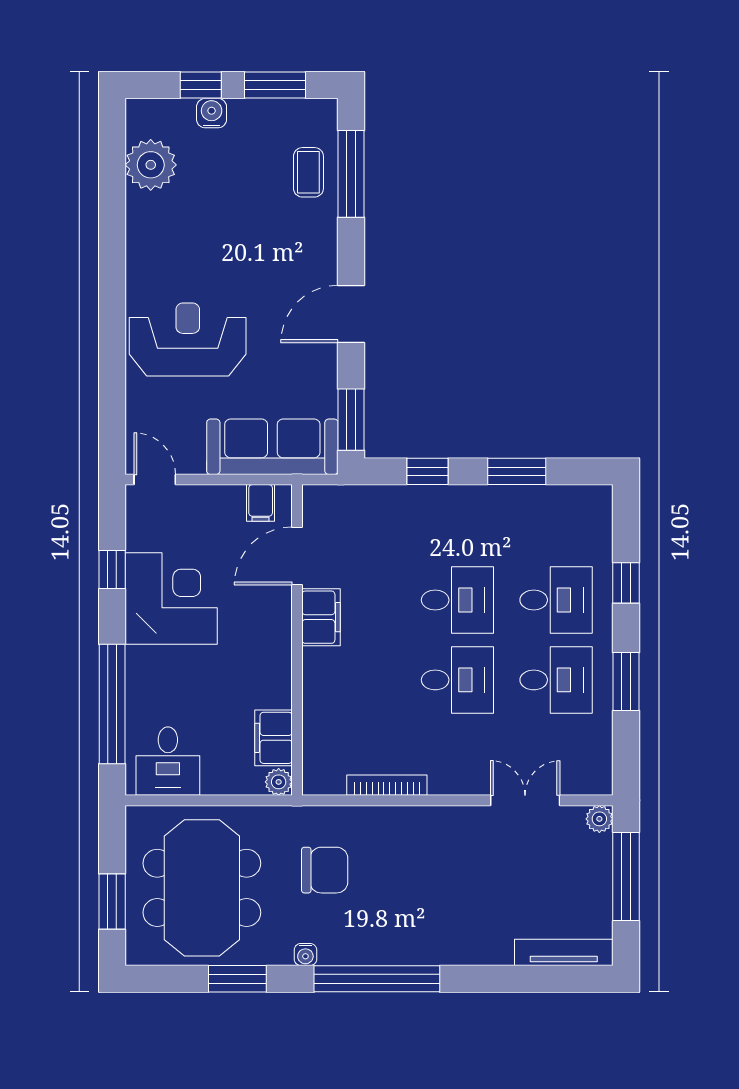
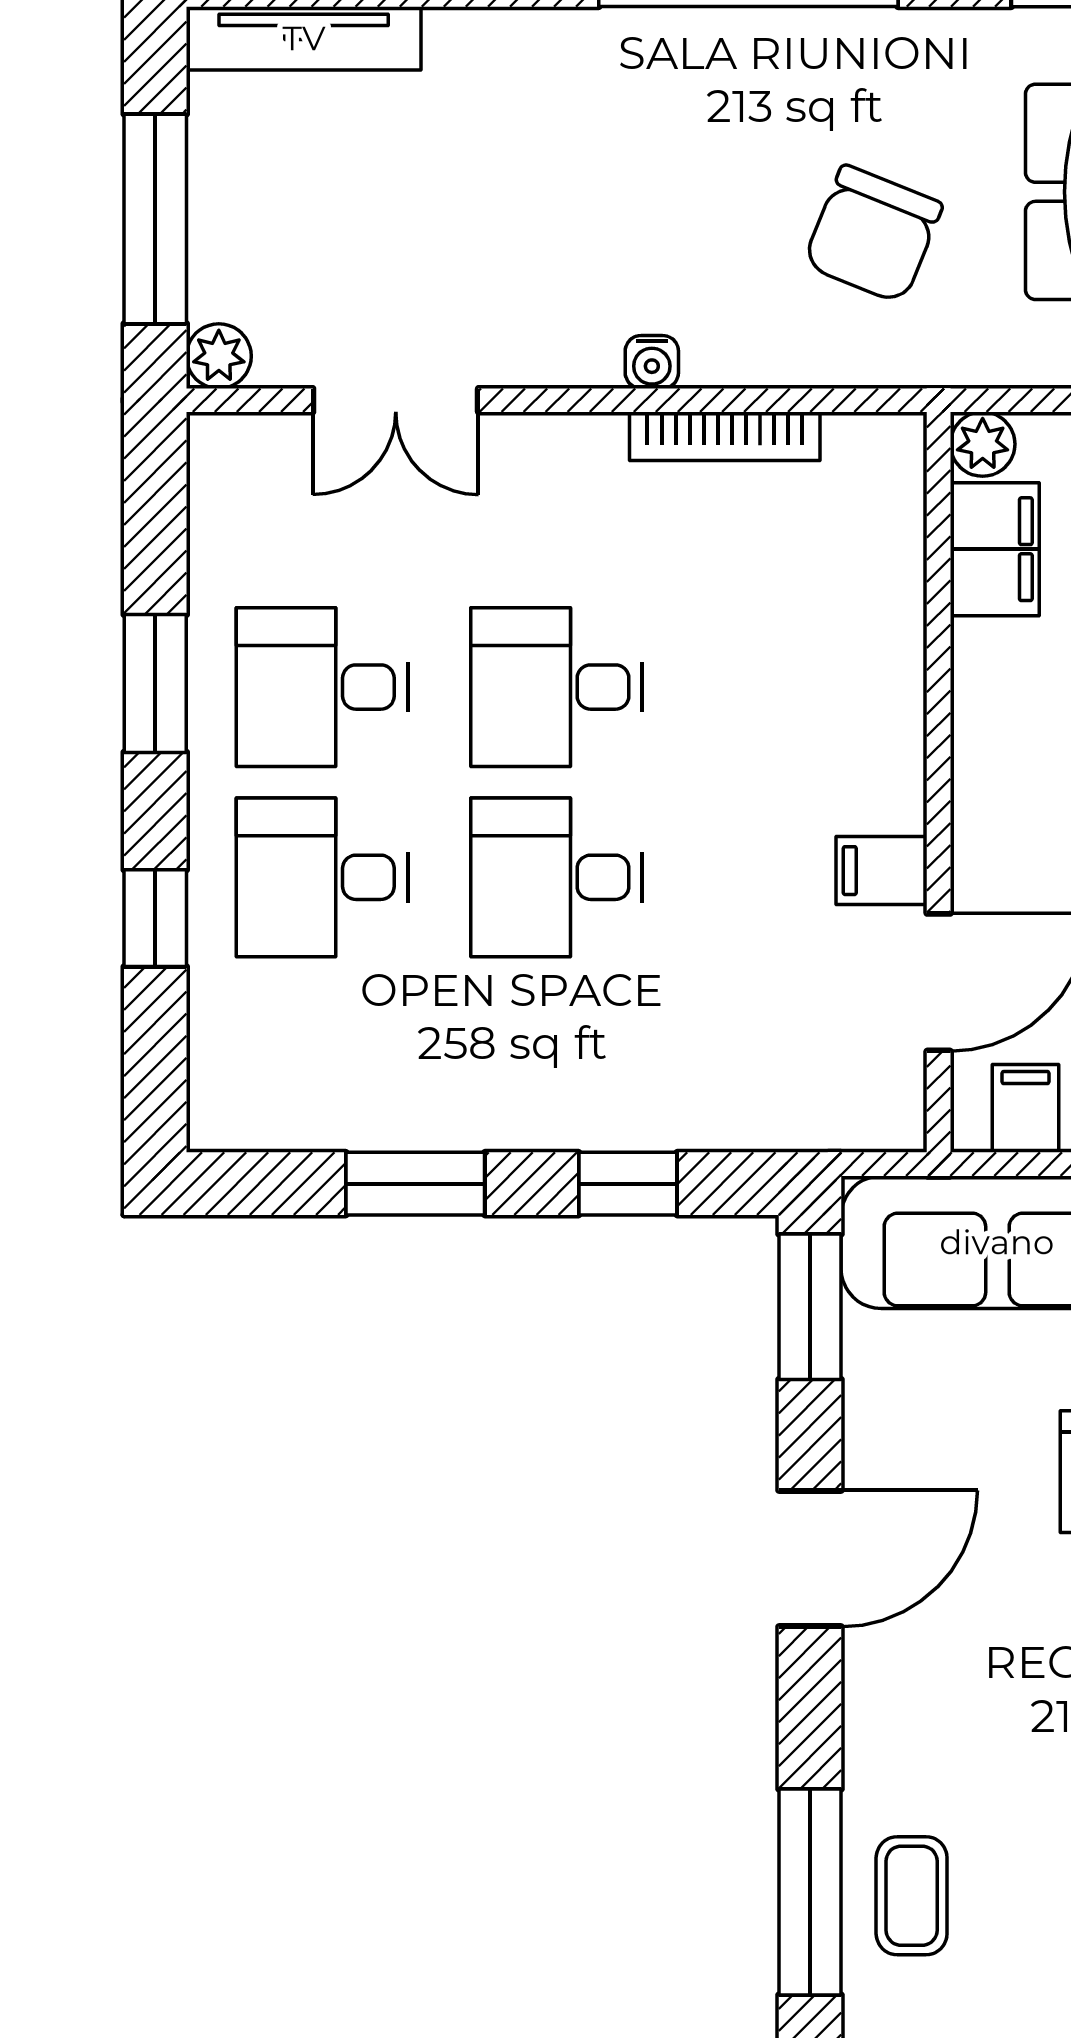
filing cabinet: (321, 617) -> (882, 871), width x0.50
chair: (325, 870) -> (873, 234), turned -68
water cooler: (305, 955) -> (652, 362), moved, turned 180

